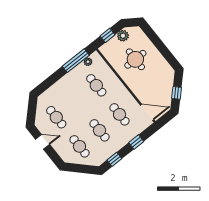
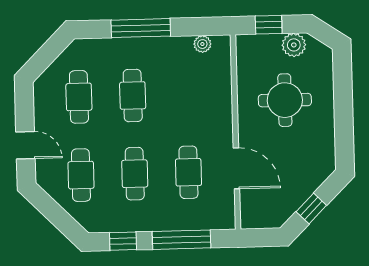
window: (76, 61) -> (141, 28), moved
cafe table: (96, 85) -> (133, 96), moved
door: (147, 112) -> (236, 168), moved
door: (42, 142) -> (25, 145), moved
window: (136, 142) -> (181, 240), width x2.17

